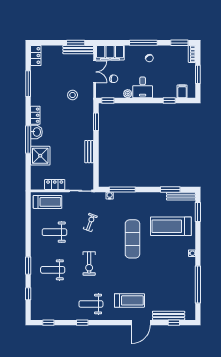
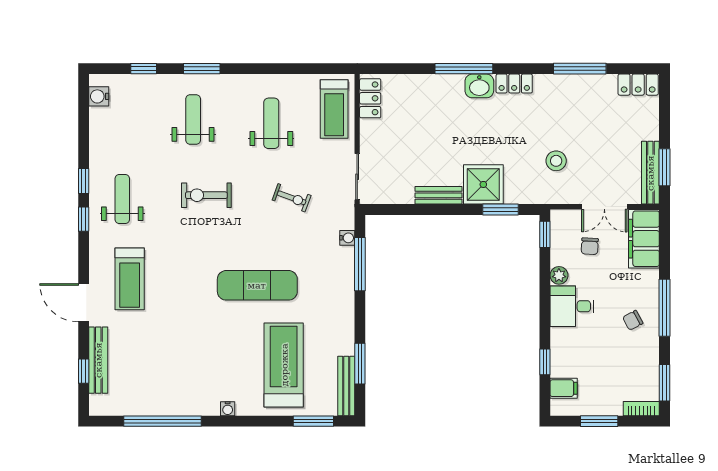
shower: (40, 156) -> (483, 184), moved
locker: (55, 185) -> (370, 98), moved
water cooler: (41, 315) -> (99, 96), added
window: (48, 323) -> (84, 219), moved

